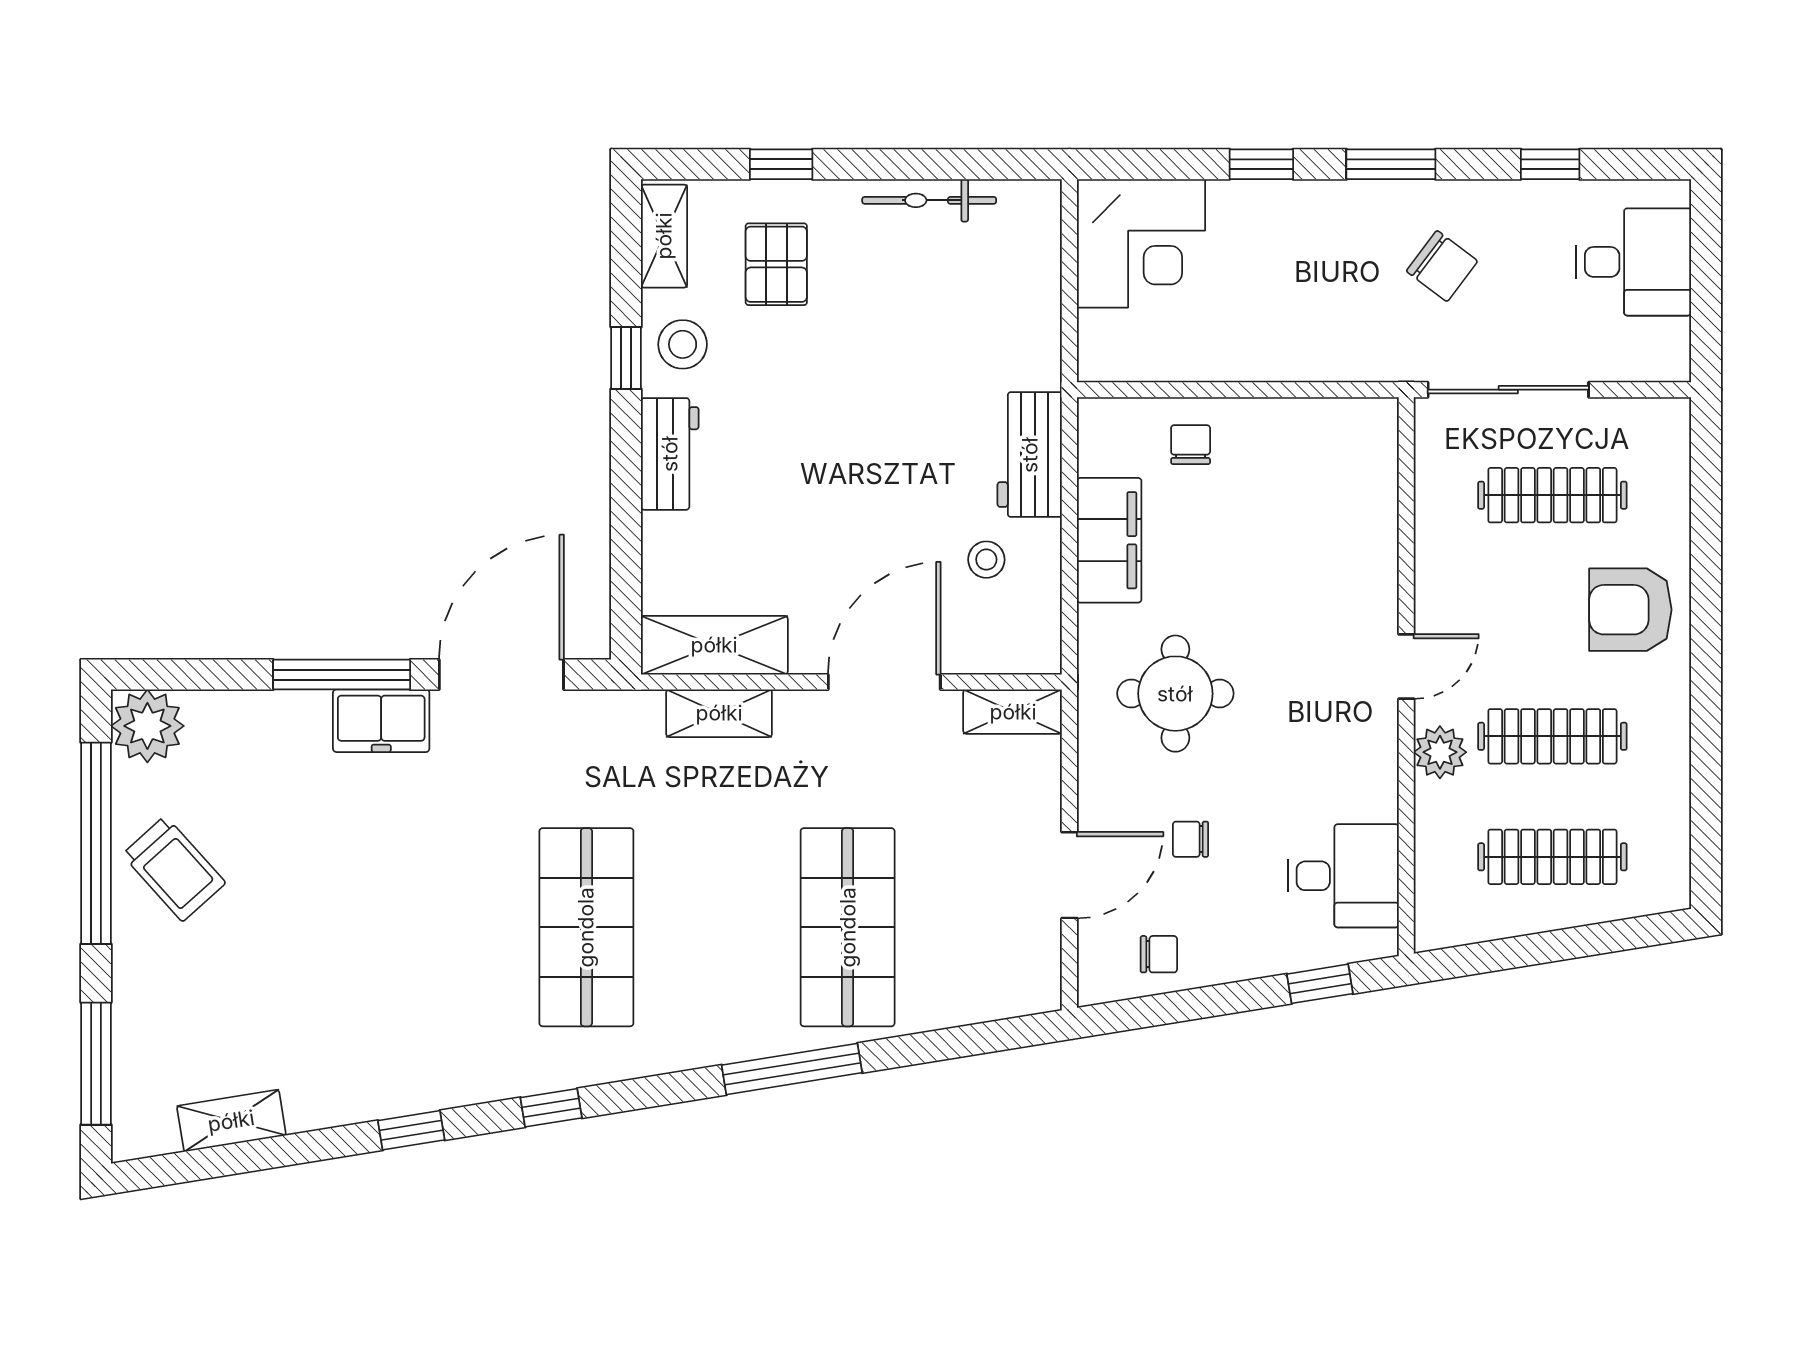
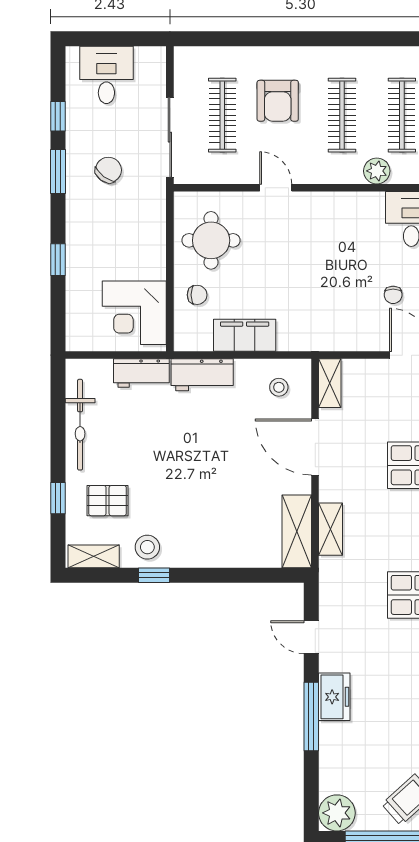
window: (1391, 164) -> (58, 172), moved
bicycle: (929, 200) -> (80, 425), width x1.37, depth x1.40
corner desk: (1141, 243) -> (134, 313), moved, turned 180
chair: (1191, 445) -> (197, 295), turned 180
workbench: (670, 454) -> (141, 373), moved, turned 180
stool: (986, 560) -> (279, 387), moved
armchair: (1630, 610) -> (278, 101), moved
door: (1406, 666) -> (276, 188), moved
door: (501, 675) -> (311, 637), width x0.53
round table: (1175, 694) -> (211, 240), moved
plant: (1440, 752) -> (377, 171), moved

